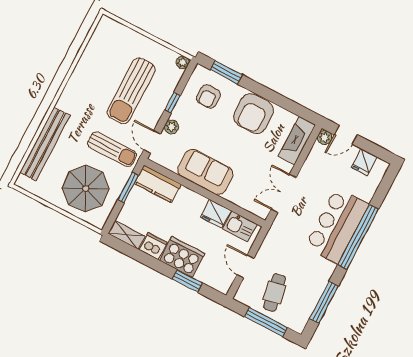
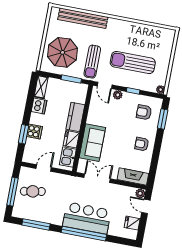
armchair: (254, 114) -> (142, 144), width x0.53, depth x0.53
door: (152, 142) -> (105, 85), swing flipped
sofa: (205, 172) -> (92, 143), moved
kitchen counter: (158, 184) -> (75, 117), moved
cooker: (182, 257) -> (34, 132), width x0.53, depth x0.76

